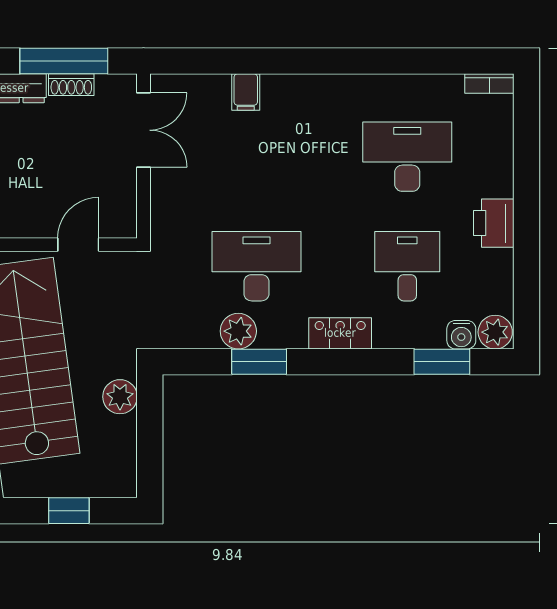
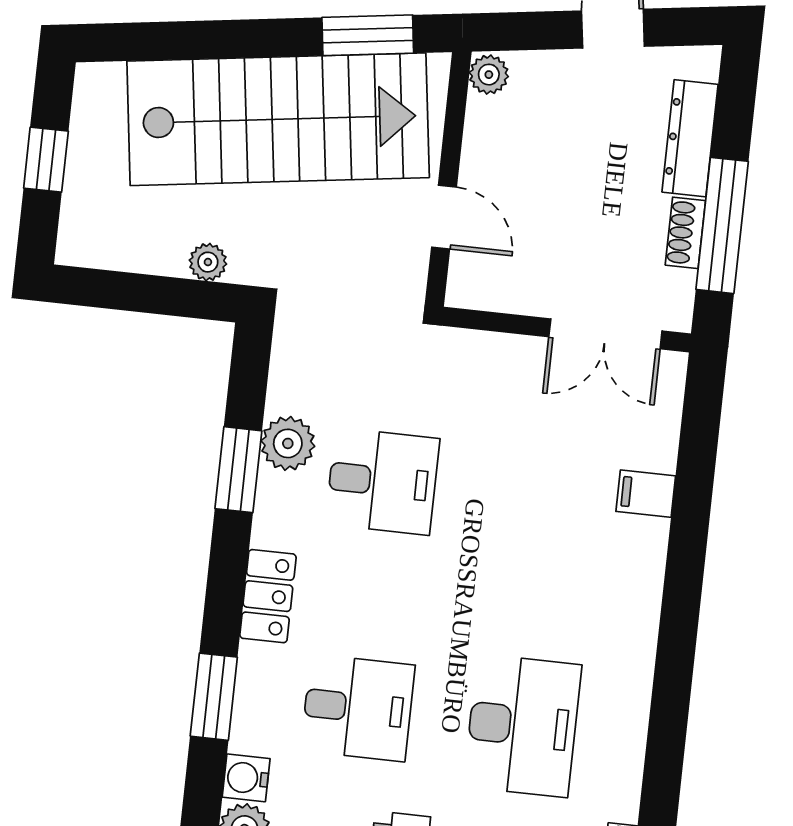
desk: (256, 266) -> (382, 481), width x0.73
window: (442, 362) -> (214, 697), moved
plant: (120, 397) -> (208, 262), width x0.73, depth x0.73

